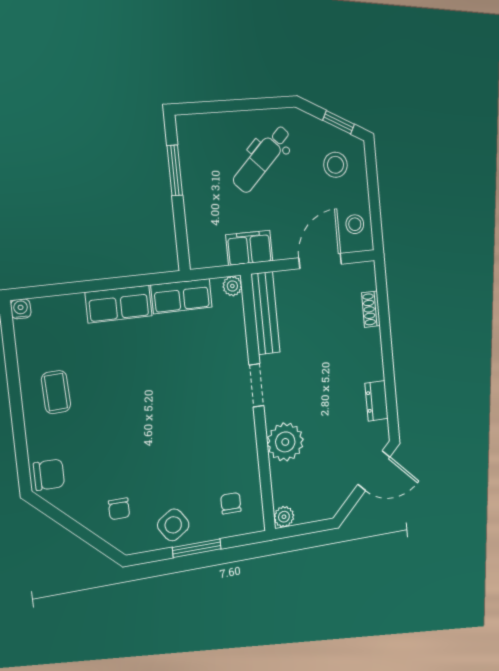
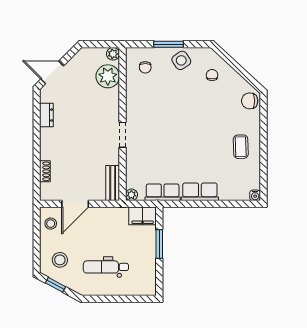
dental chair: (262, 159) -> (106, 267), turned -135
window: (175, 170) -> (159, 244), moved
filing cabinet: (249, 248) -> (143, 216), moved
bench: (265, 313) -> (113, 183), width x0.73
plant: (285, 442) -> (108, 76), moved

